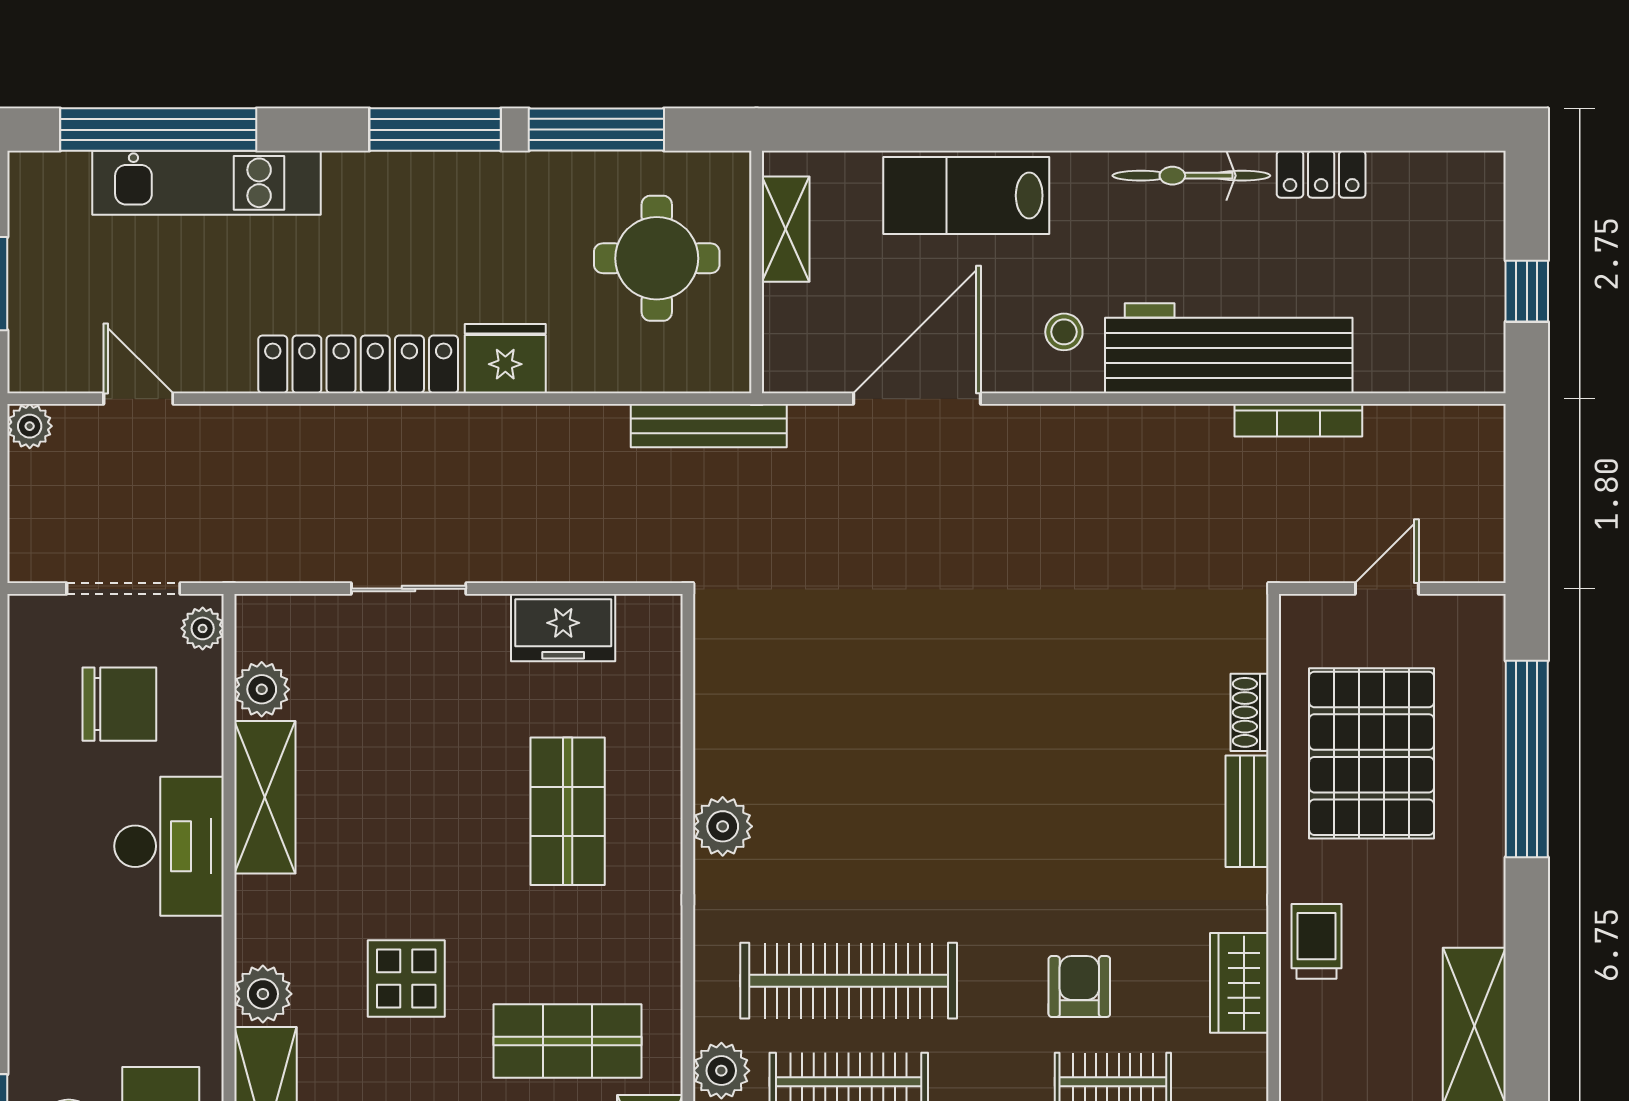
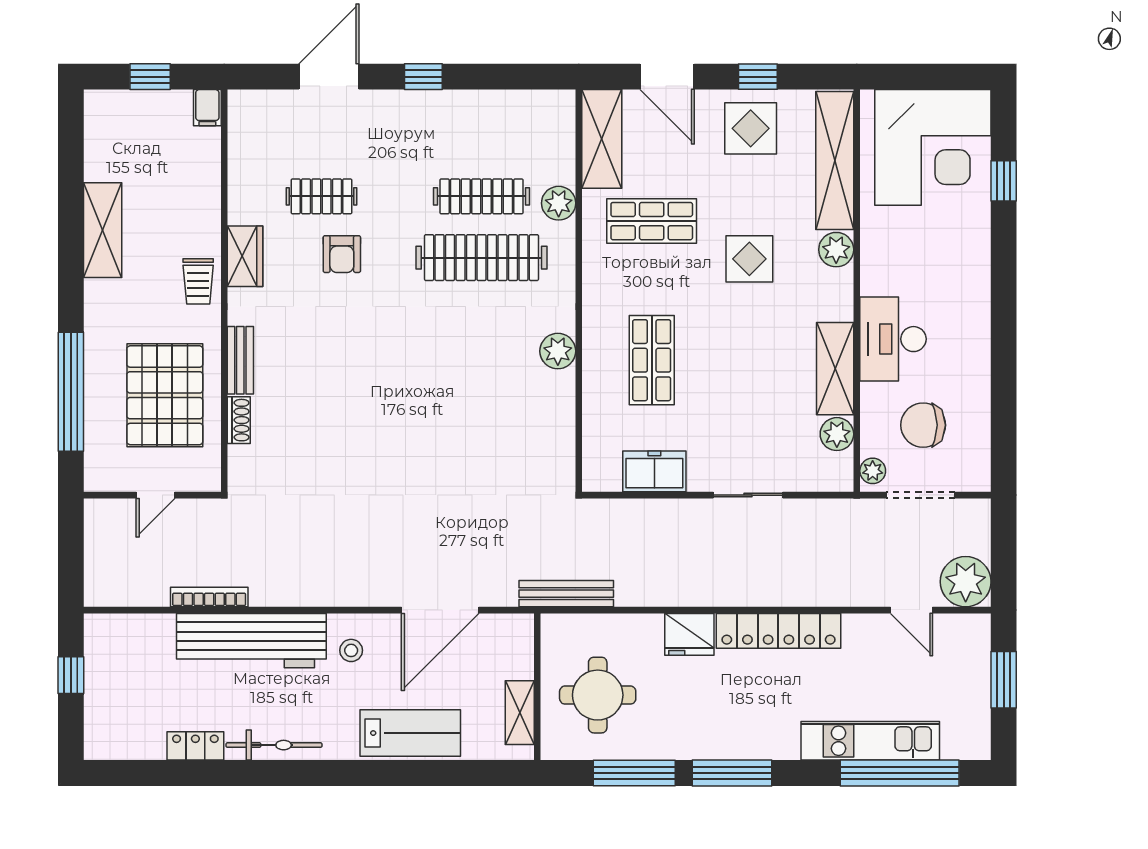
plant: (30, 426) -> (966, 582), width x1.87, depth x1.87

